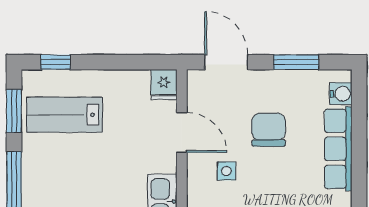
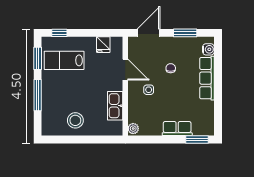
door: (226, 62) -> (149, 33), hinge flipped
fridge: (164, 85) -> (103, 45), moved
chair: (269, 130) -> (171, 68), width x0.54, depth x0.54

